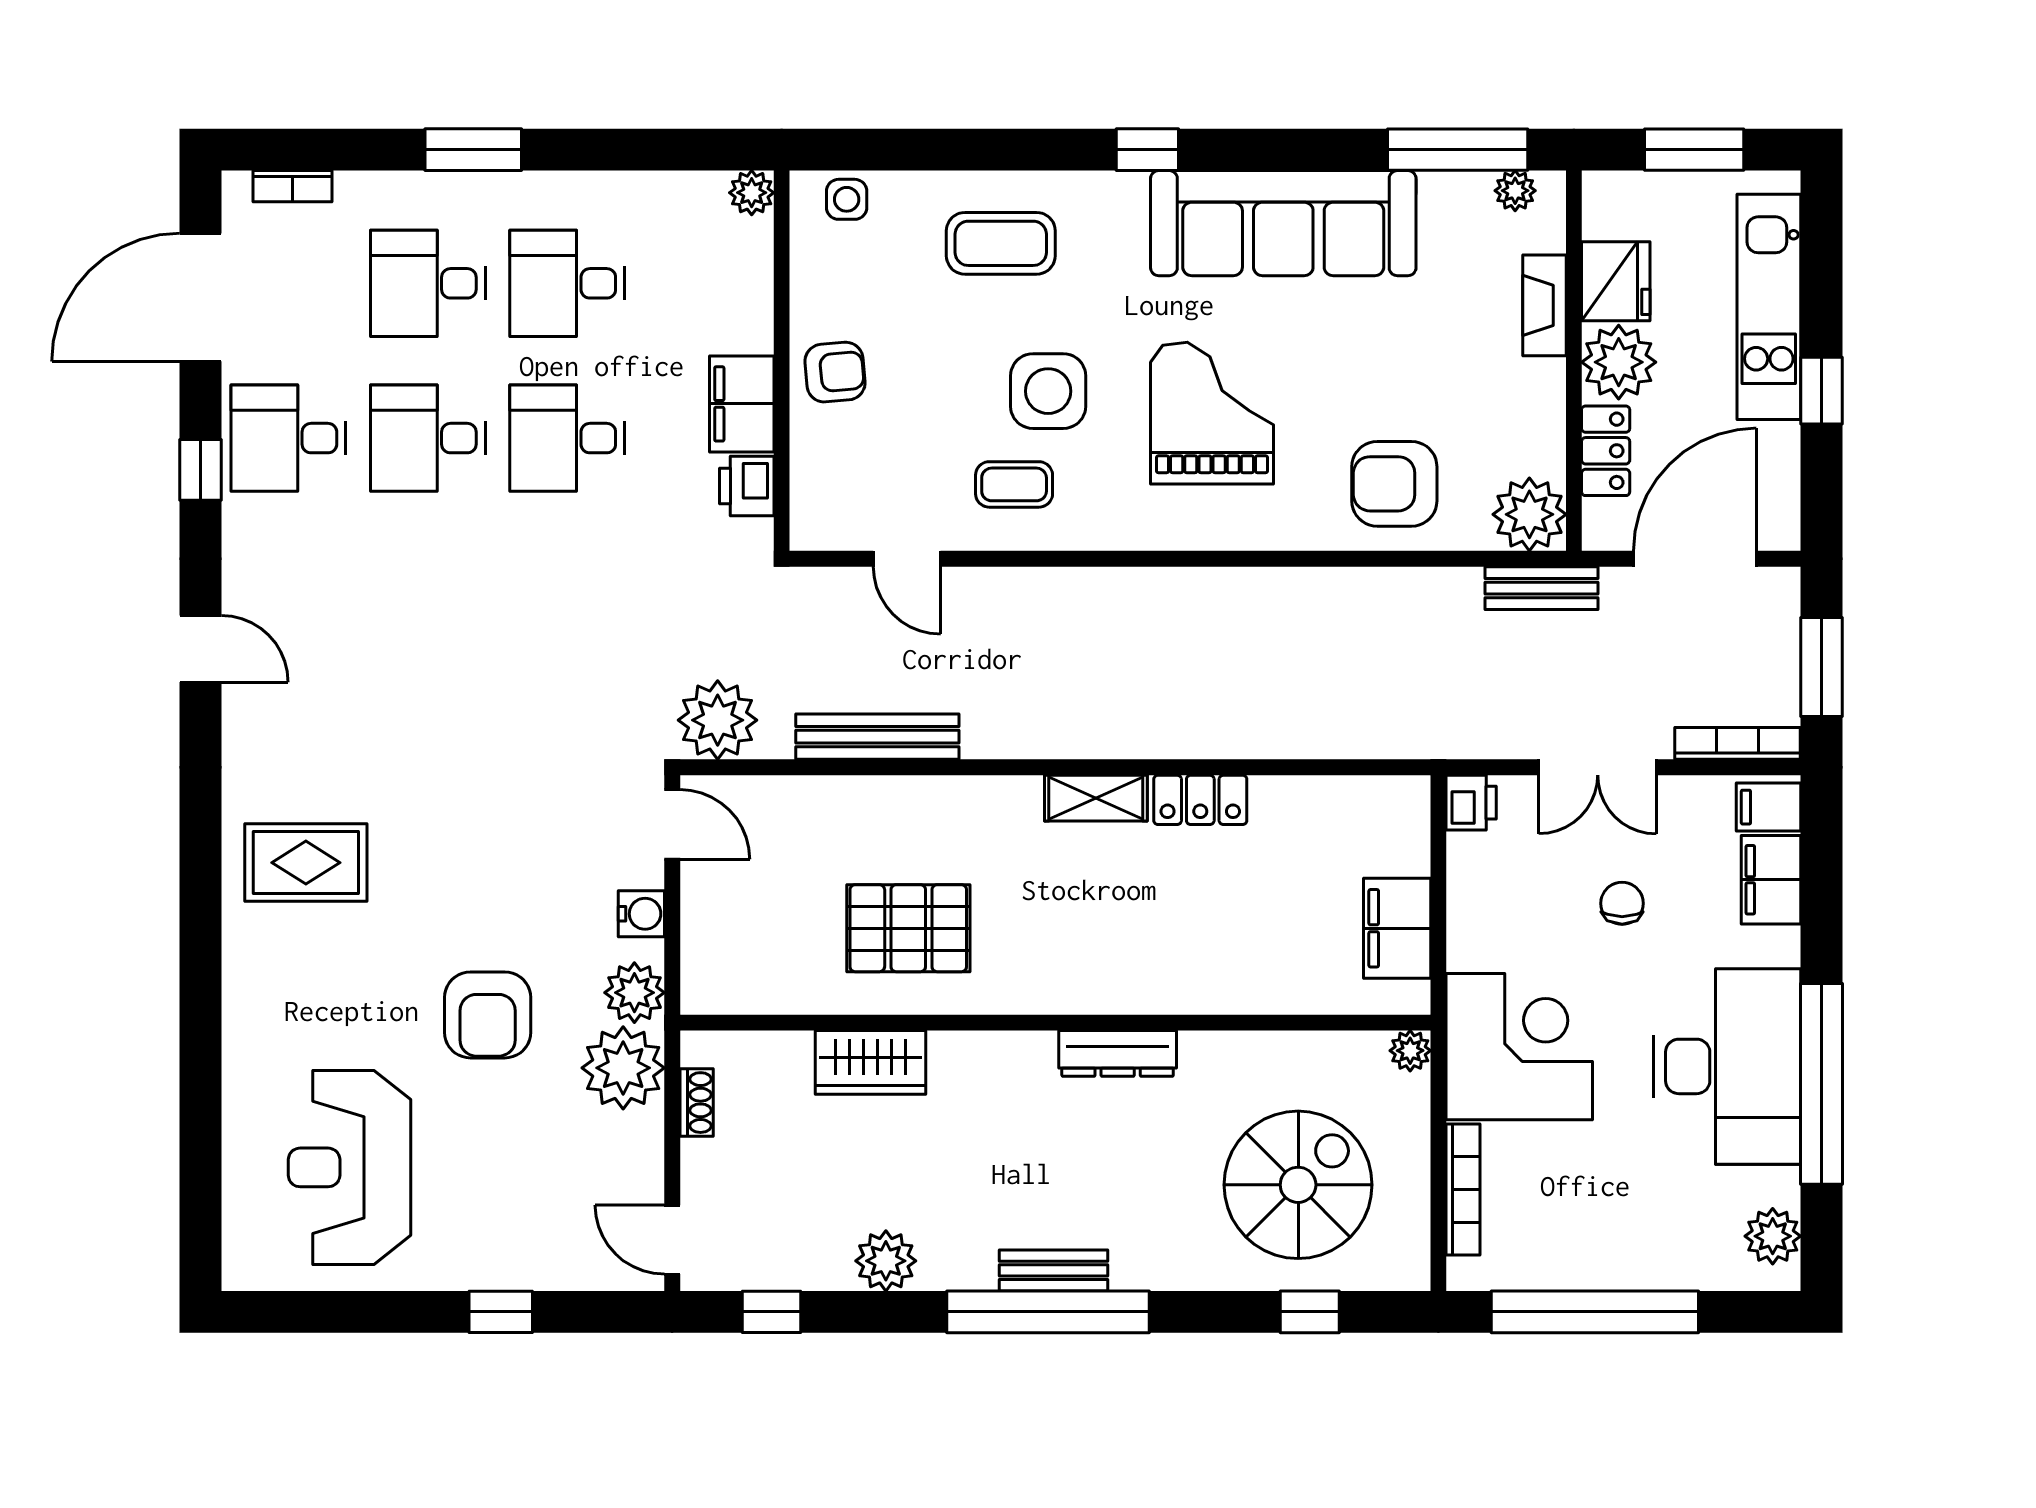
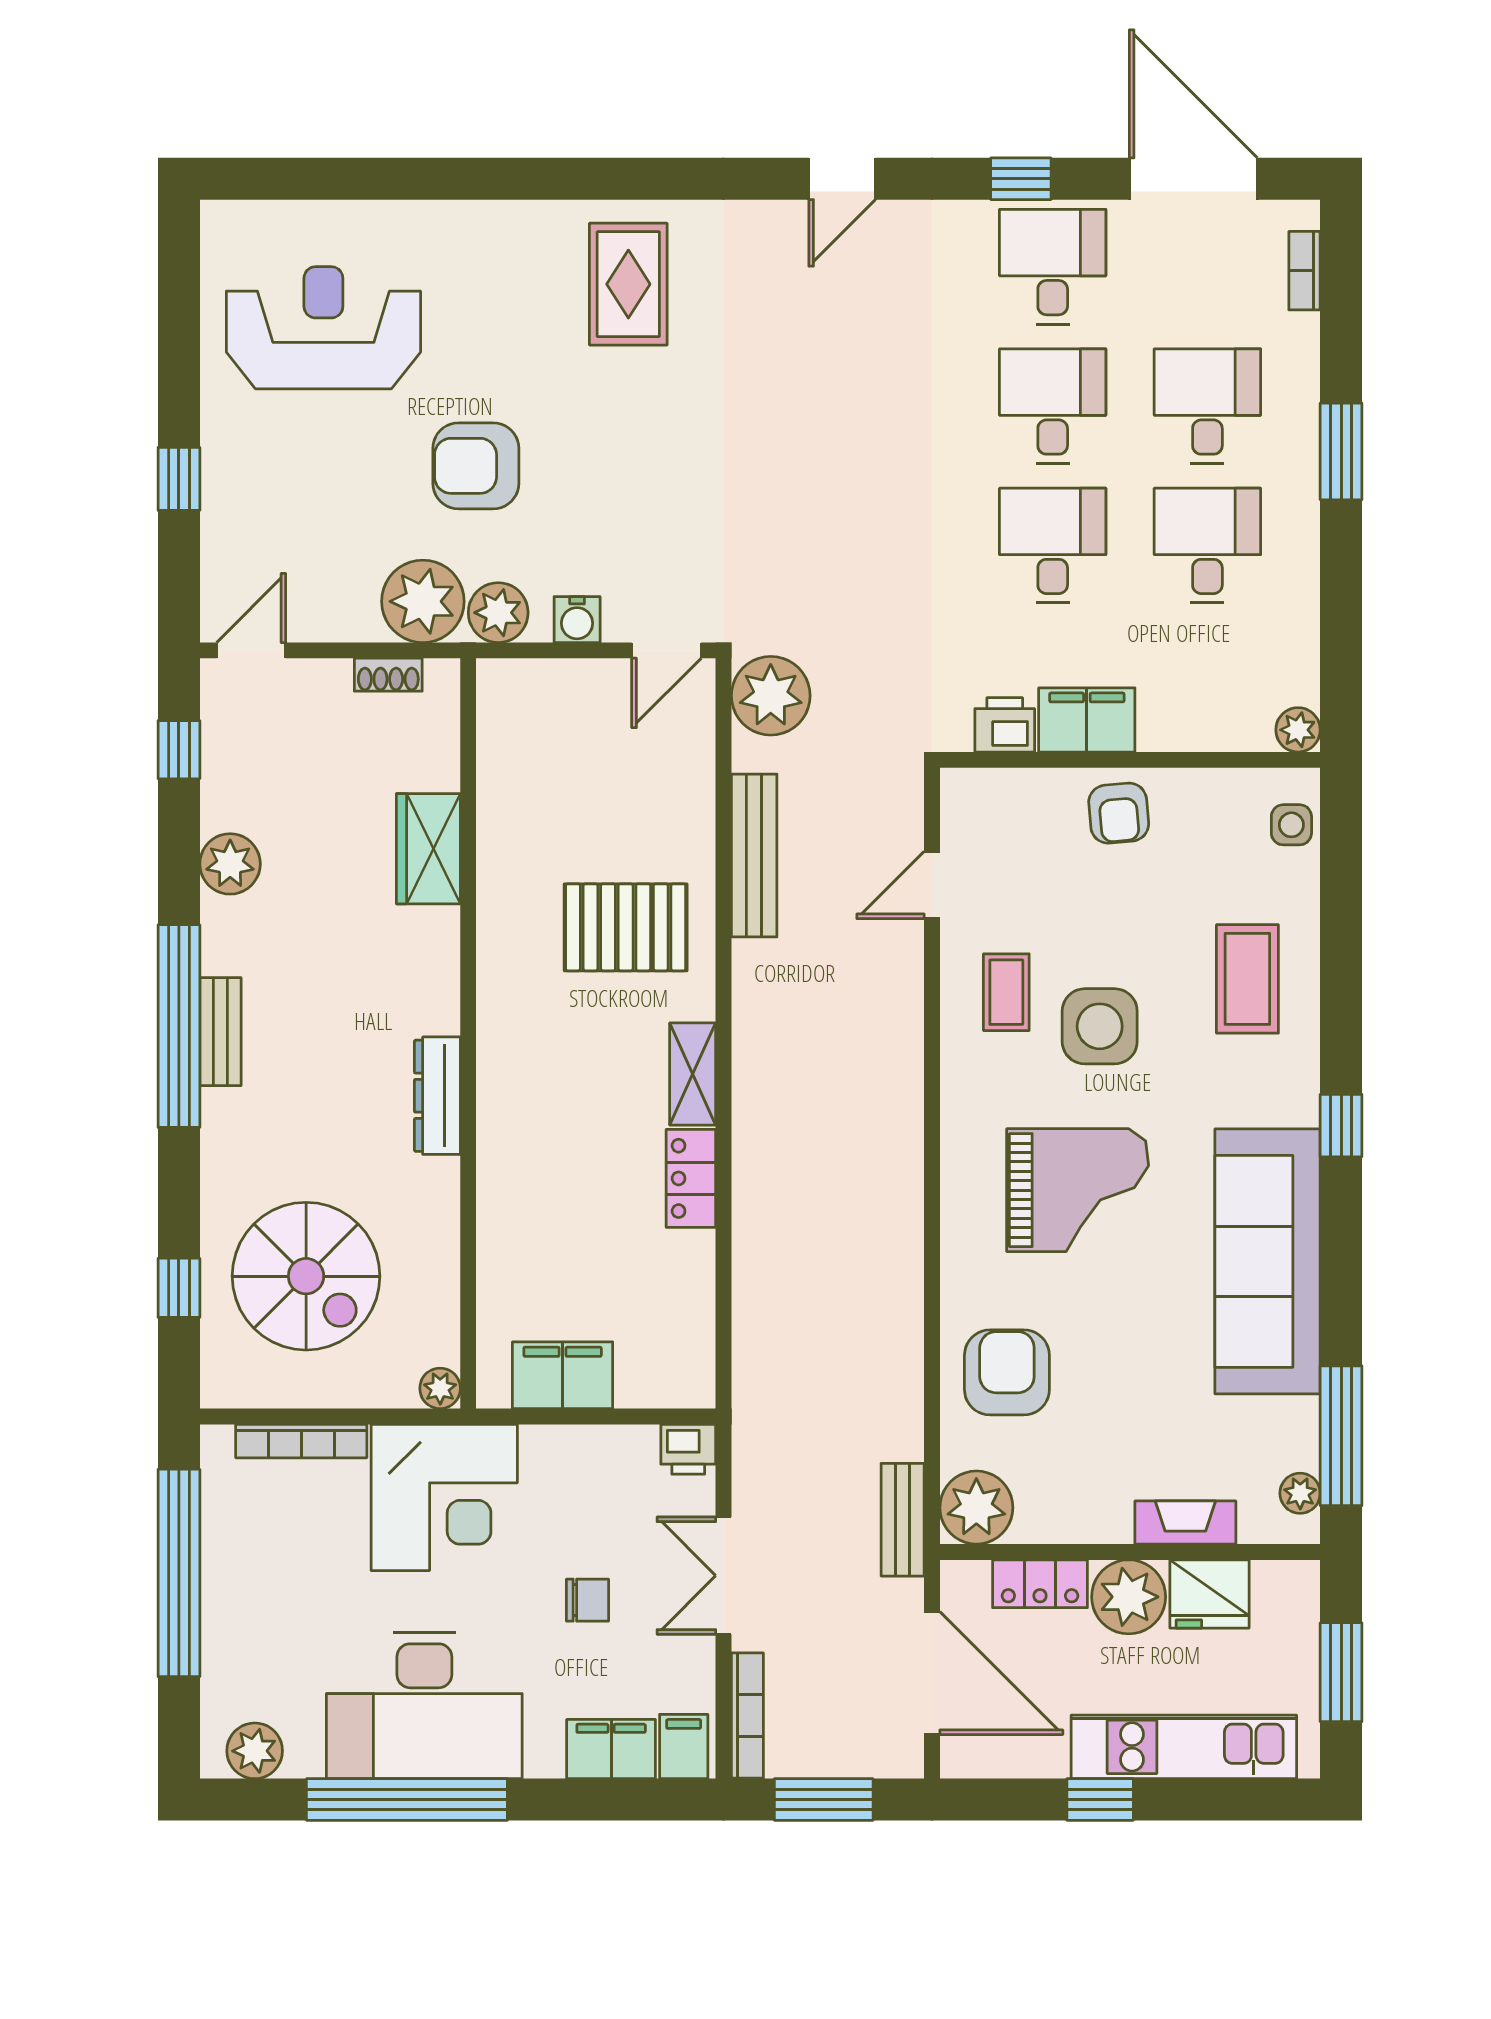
pallet: (908, 928) -> (626, 927), moved, turned 90

